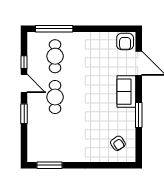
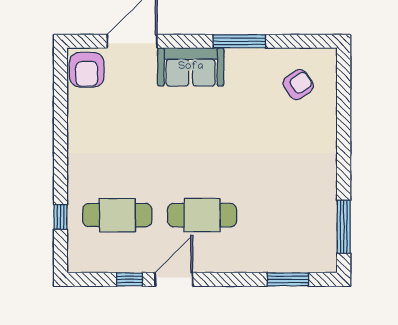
window: (54, 29) -> (61, 217), width x0.32
armchair: (125, 41) -> (87, 70), turned 90
window: (24, 114) -> (288, 279), moved

